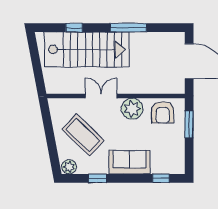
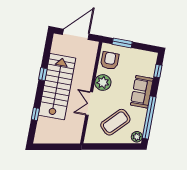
window: (128, 28) -> (43, 74), width x0.46
stairs: (87, 49) -> (57, 87), moved
armchair: (163, 112) -> (110, 61), turned -90
window: (98, 178) -> (149, 117), width x3.17

